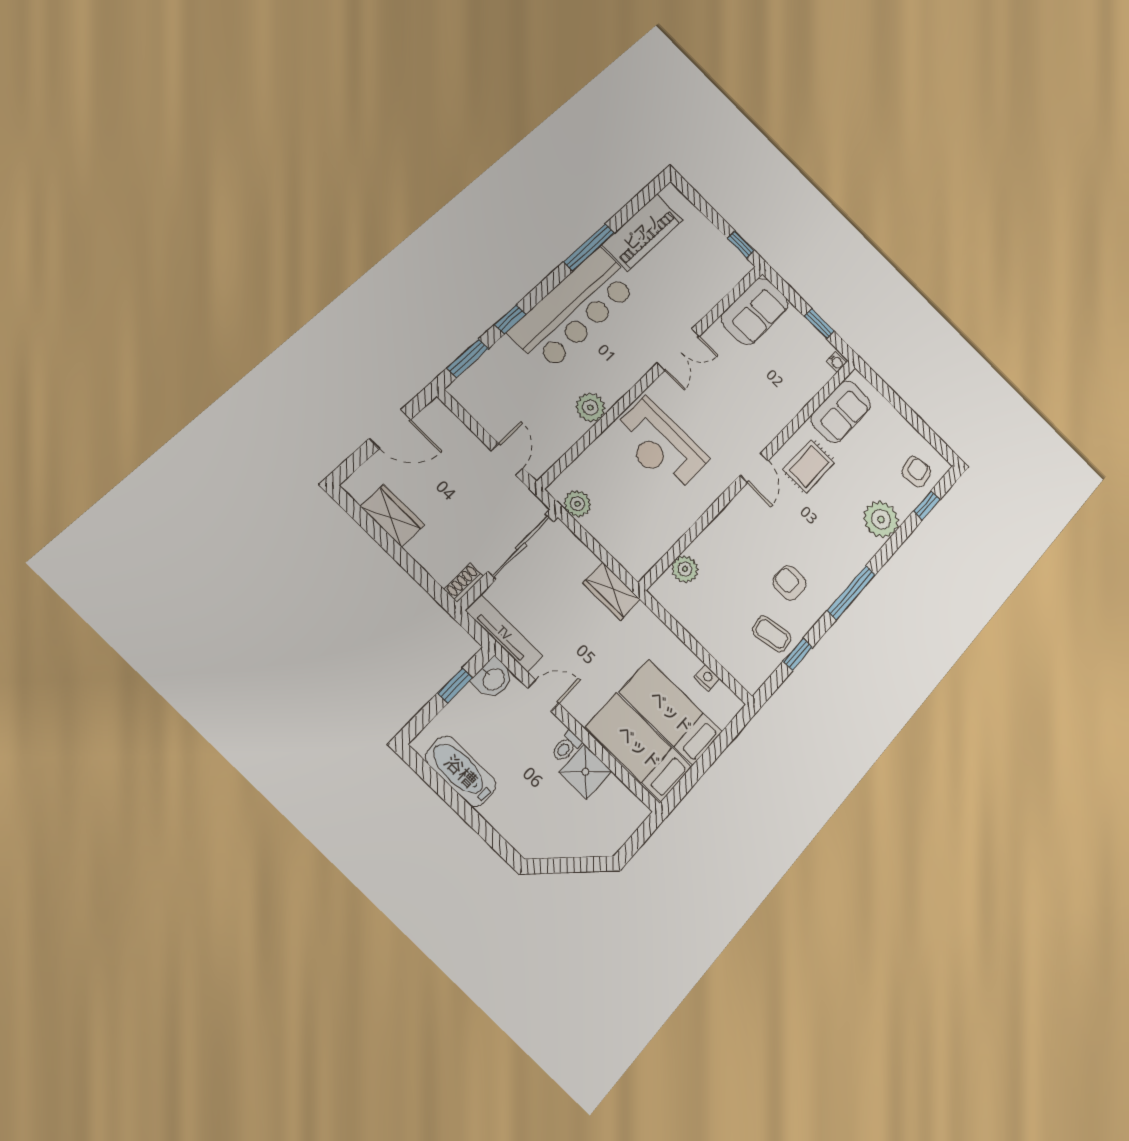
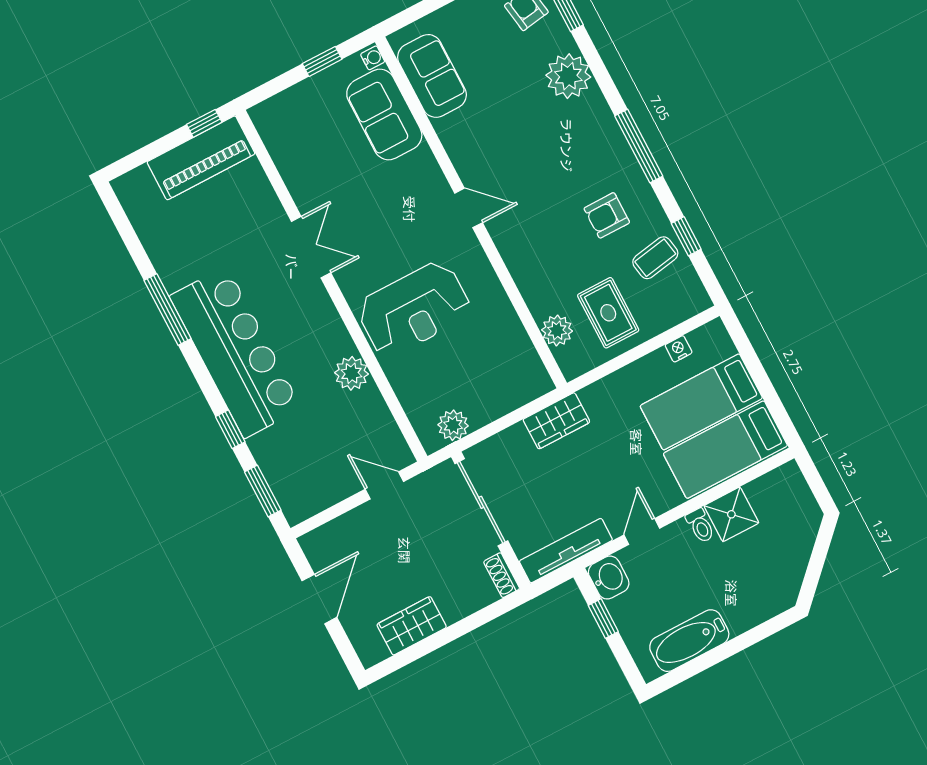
piano: (642, 232) -> (201, 158), moved, turned 90
sofa: (755, 311) -> (384, 115), moved, turned 180
rug: (809, 466) -> (608, 313), moved

